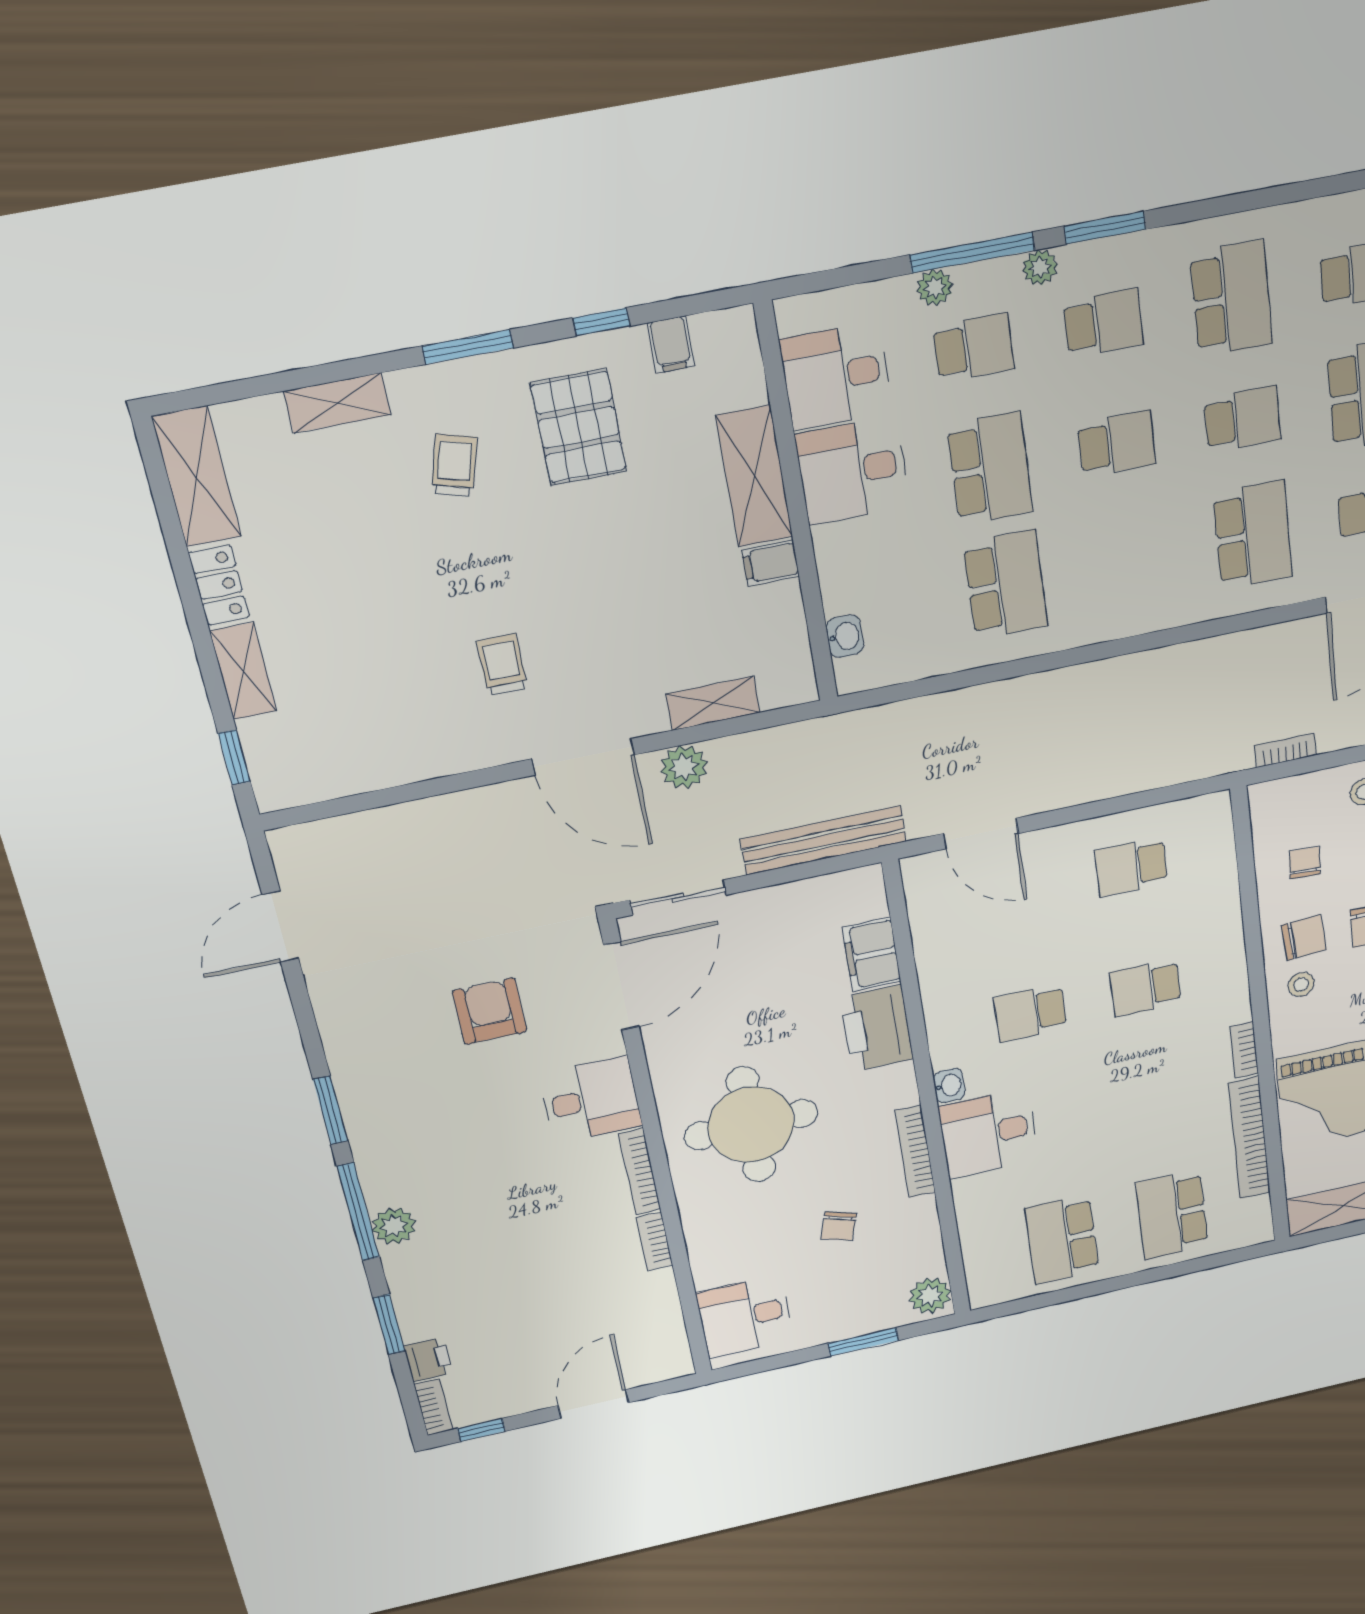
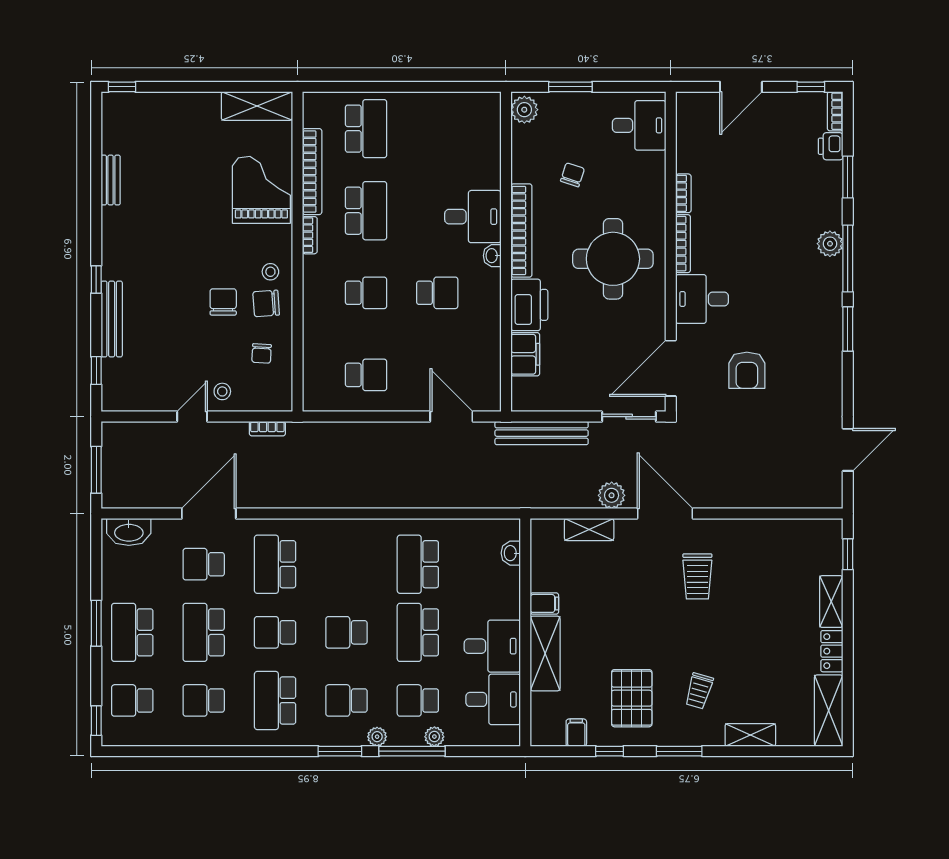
trolley: (502, 665) -> (697, 576), width x1.36, depth x1.39
bookcase: (915, 1151) -> (521, 231), width x1.48, depth x1.31
school desk: (1062, 1240) -> (366, 211), moved

